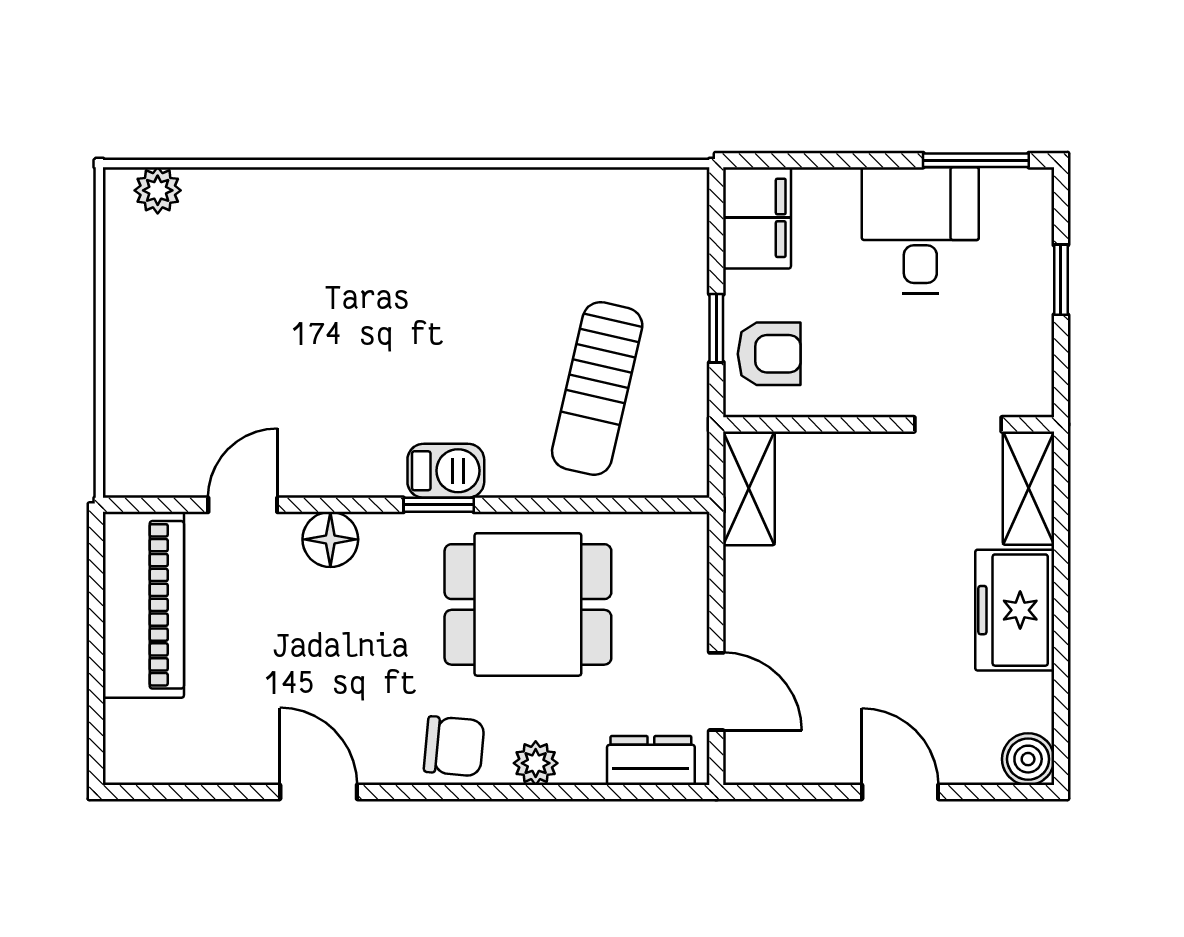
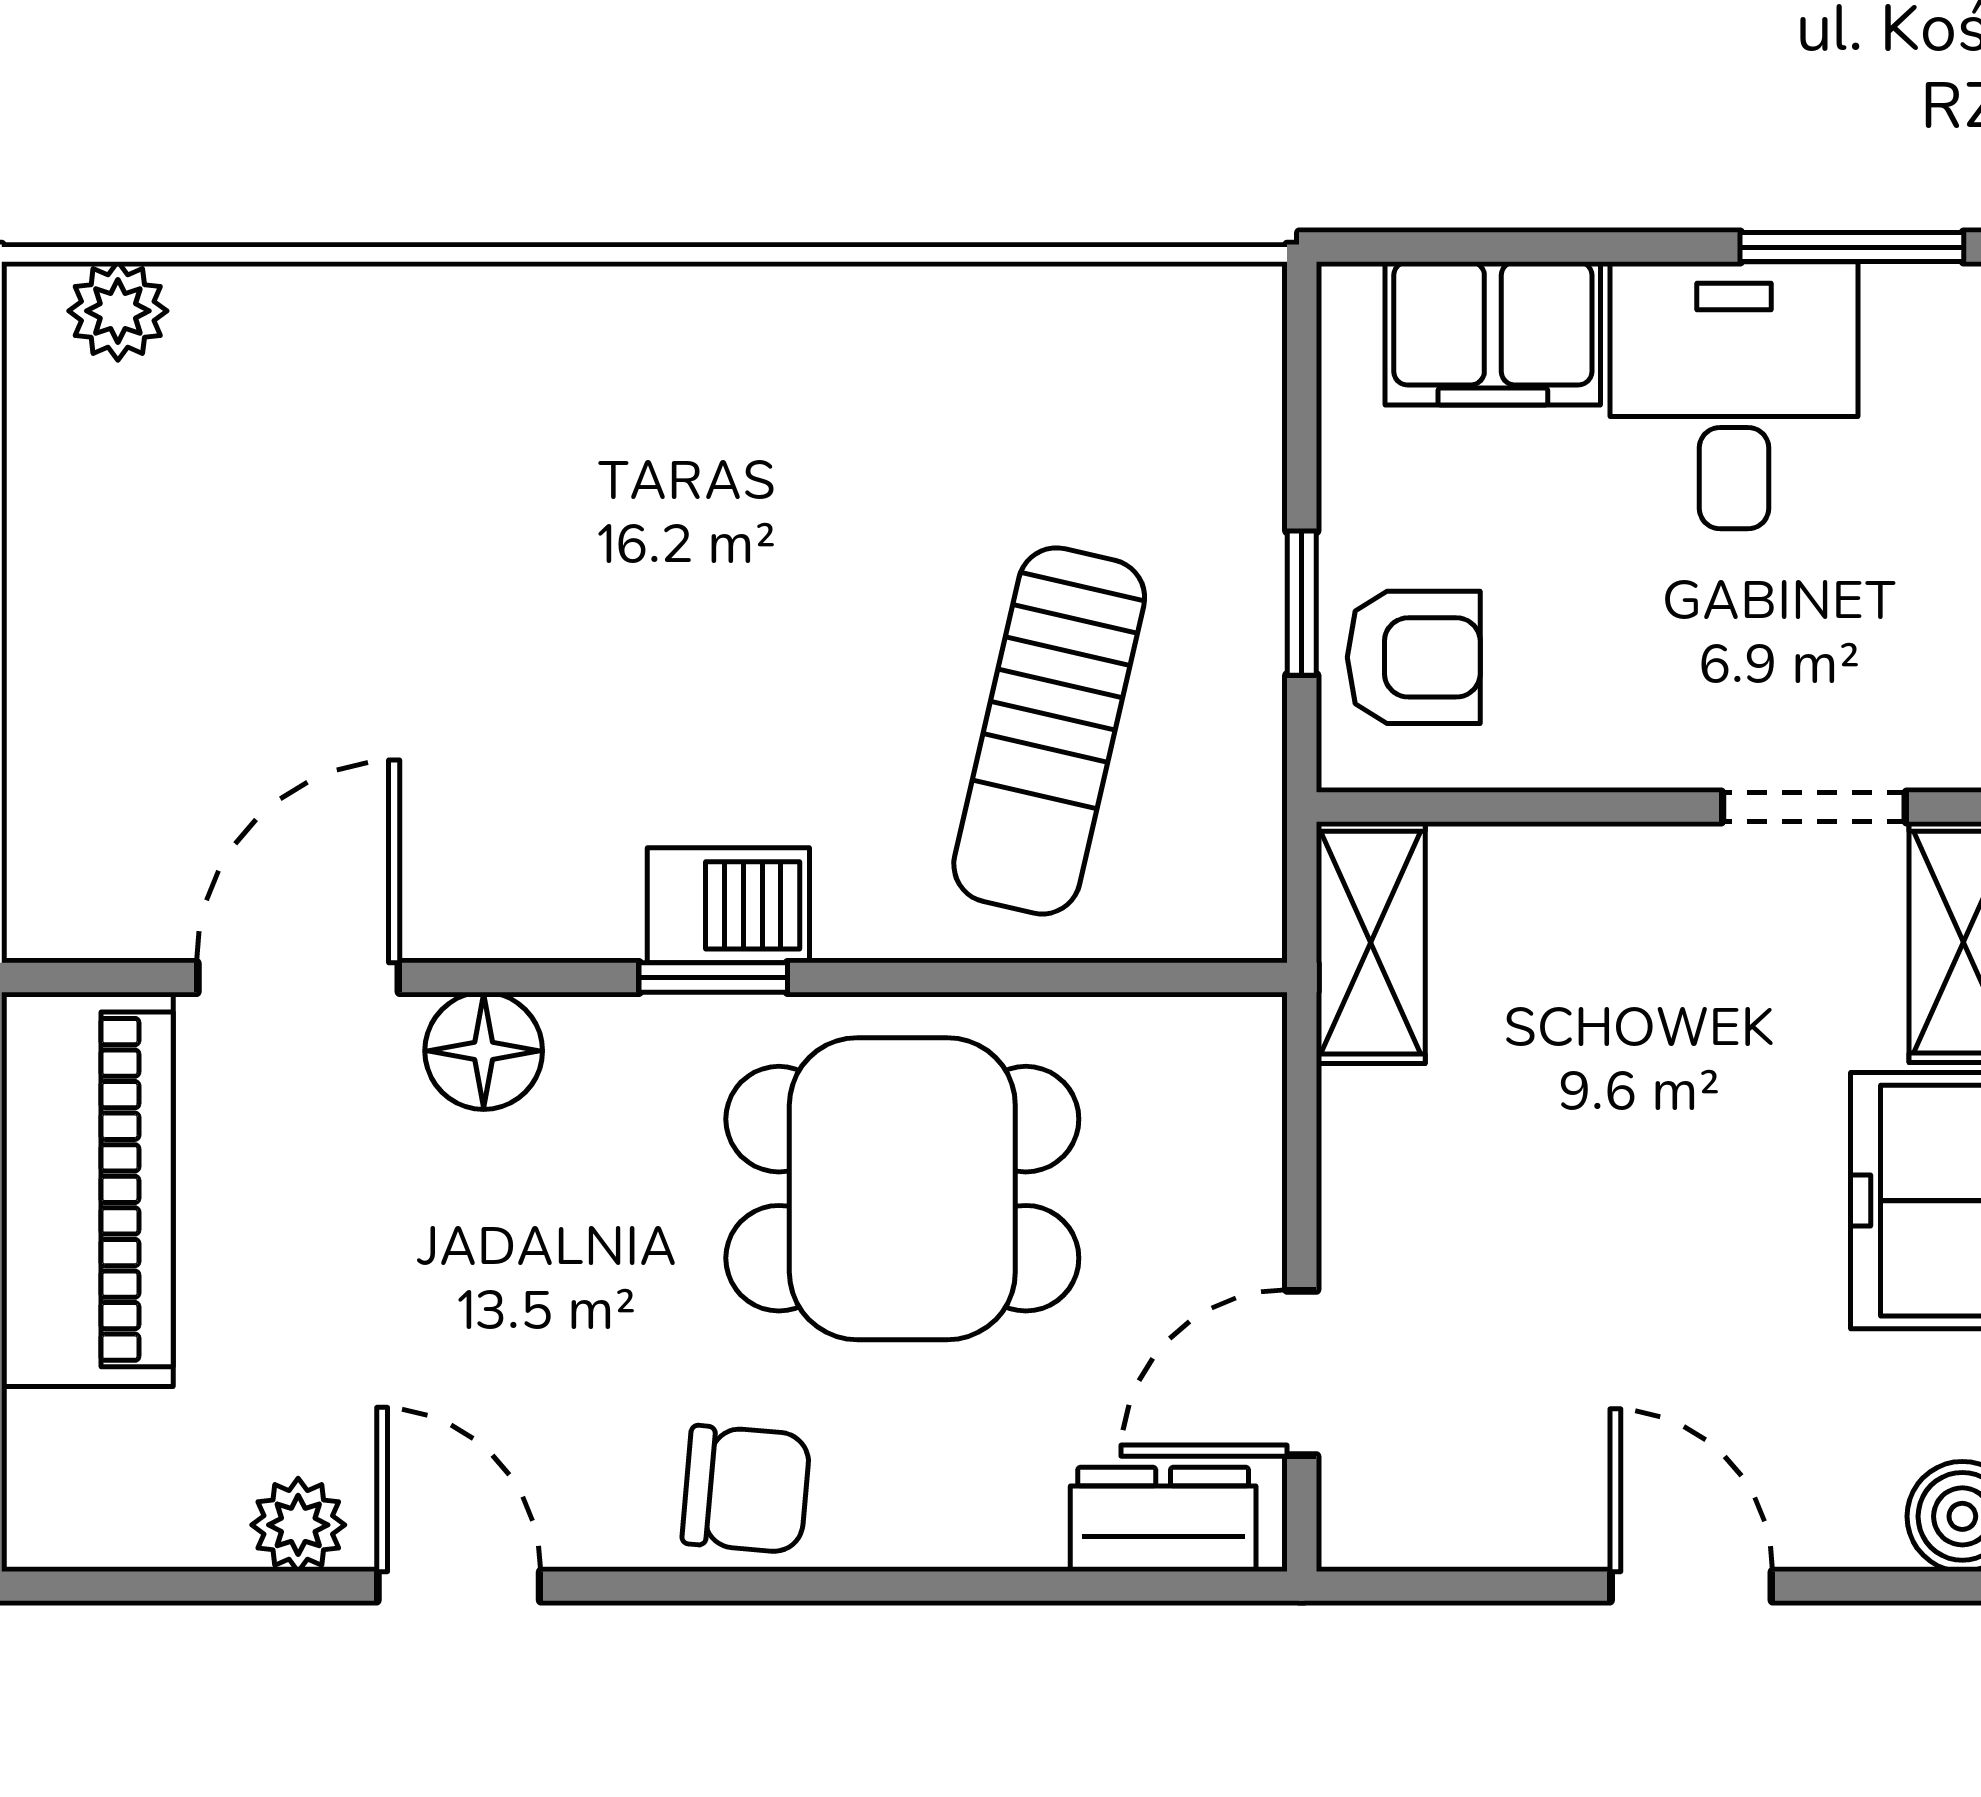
filing cabinet: (757, 218) -> (1493, 333), moved, turned 90
door: (243, 505) -> (298, 977), width x1.38
door: (716, 691) -> (1302, 1373), swing flipped
plant: (536, 763) -> (298, 1525), moved

